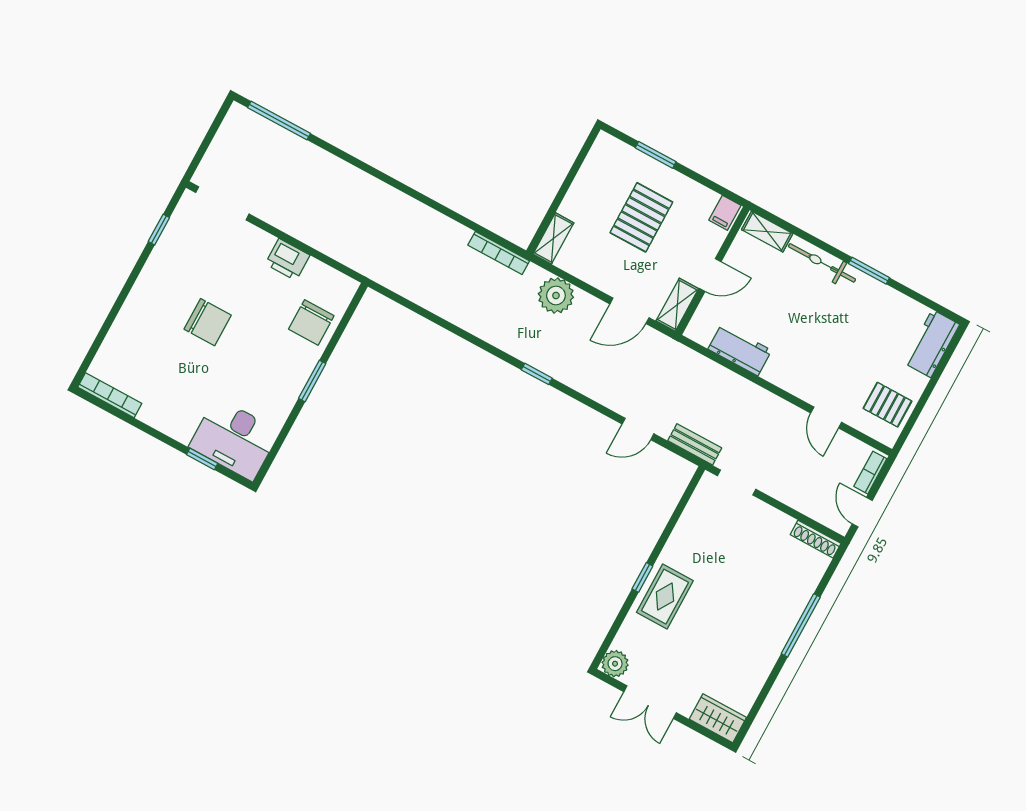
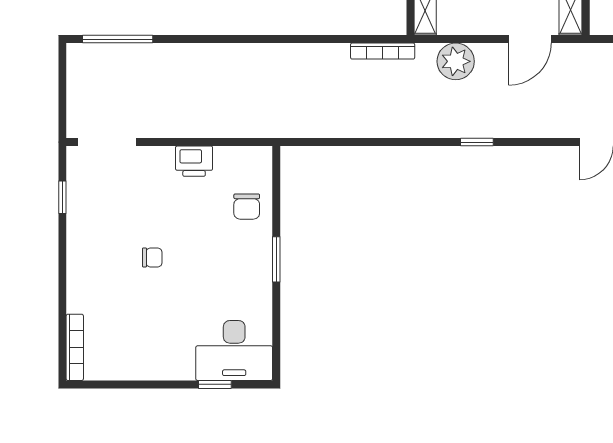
chair: (208, 322) -> (152, 257), width x0.54, depth x0.54
chair: (311, 322) -> (247, 207), width x0.73, depth x0.73
bookcase: (110, 395) -> (75, 347), moved, turned 90

